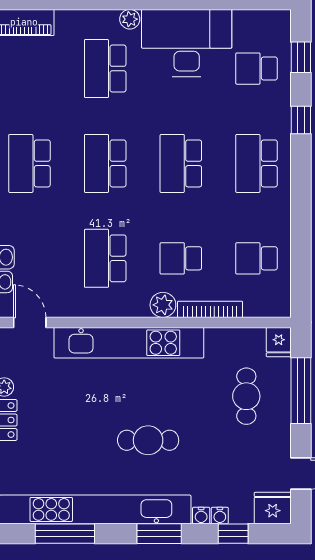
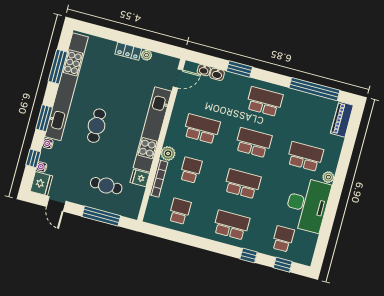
fridge: (279, 342) -> (140, 178), moved
water cooler: (220, 516) -> (42, 167), moved

